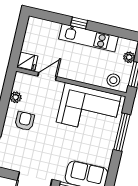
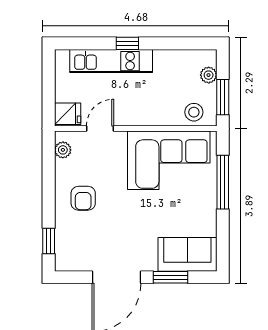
kitchen unit: (88, 38) -> (111, 61), moved
plant: (16, 97) -> (63, 150), moved
armchair: (25, 121) -> (83, 198), turned 180

